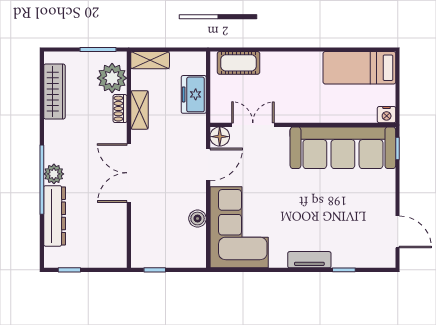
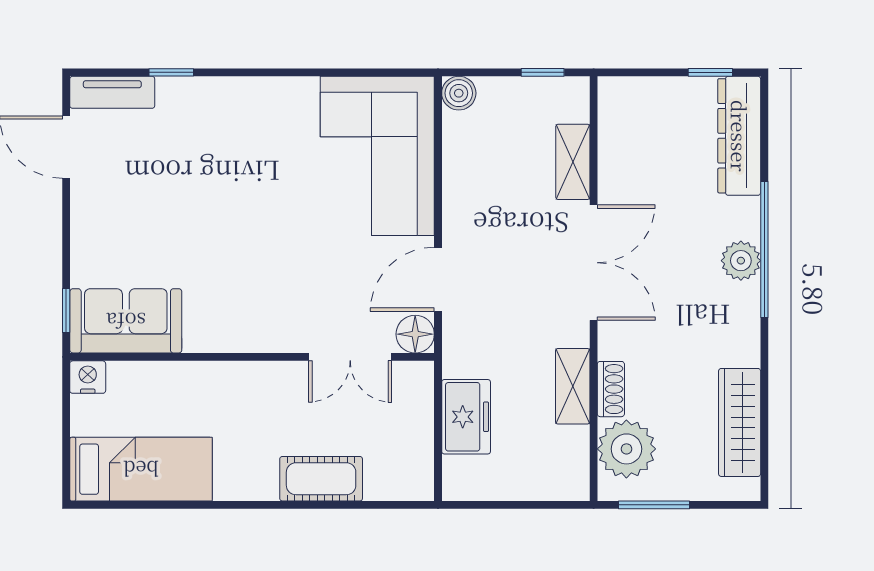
shelving: (150, 60) -> (573, 162), moved, turned 90
cot: (239, 63) -> (321, 479), moved
sofa: (343, 148) -> (126, 321), width x0.54, depth x0.79
dresser: (55, 216) -> (739, 136), moved
boiler: (198, 219) -> (459, 93), moved
tv unit: (309, 260) -> (112, 92), moved

